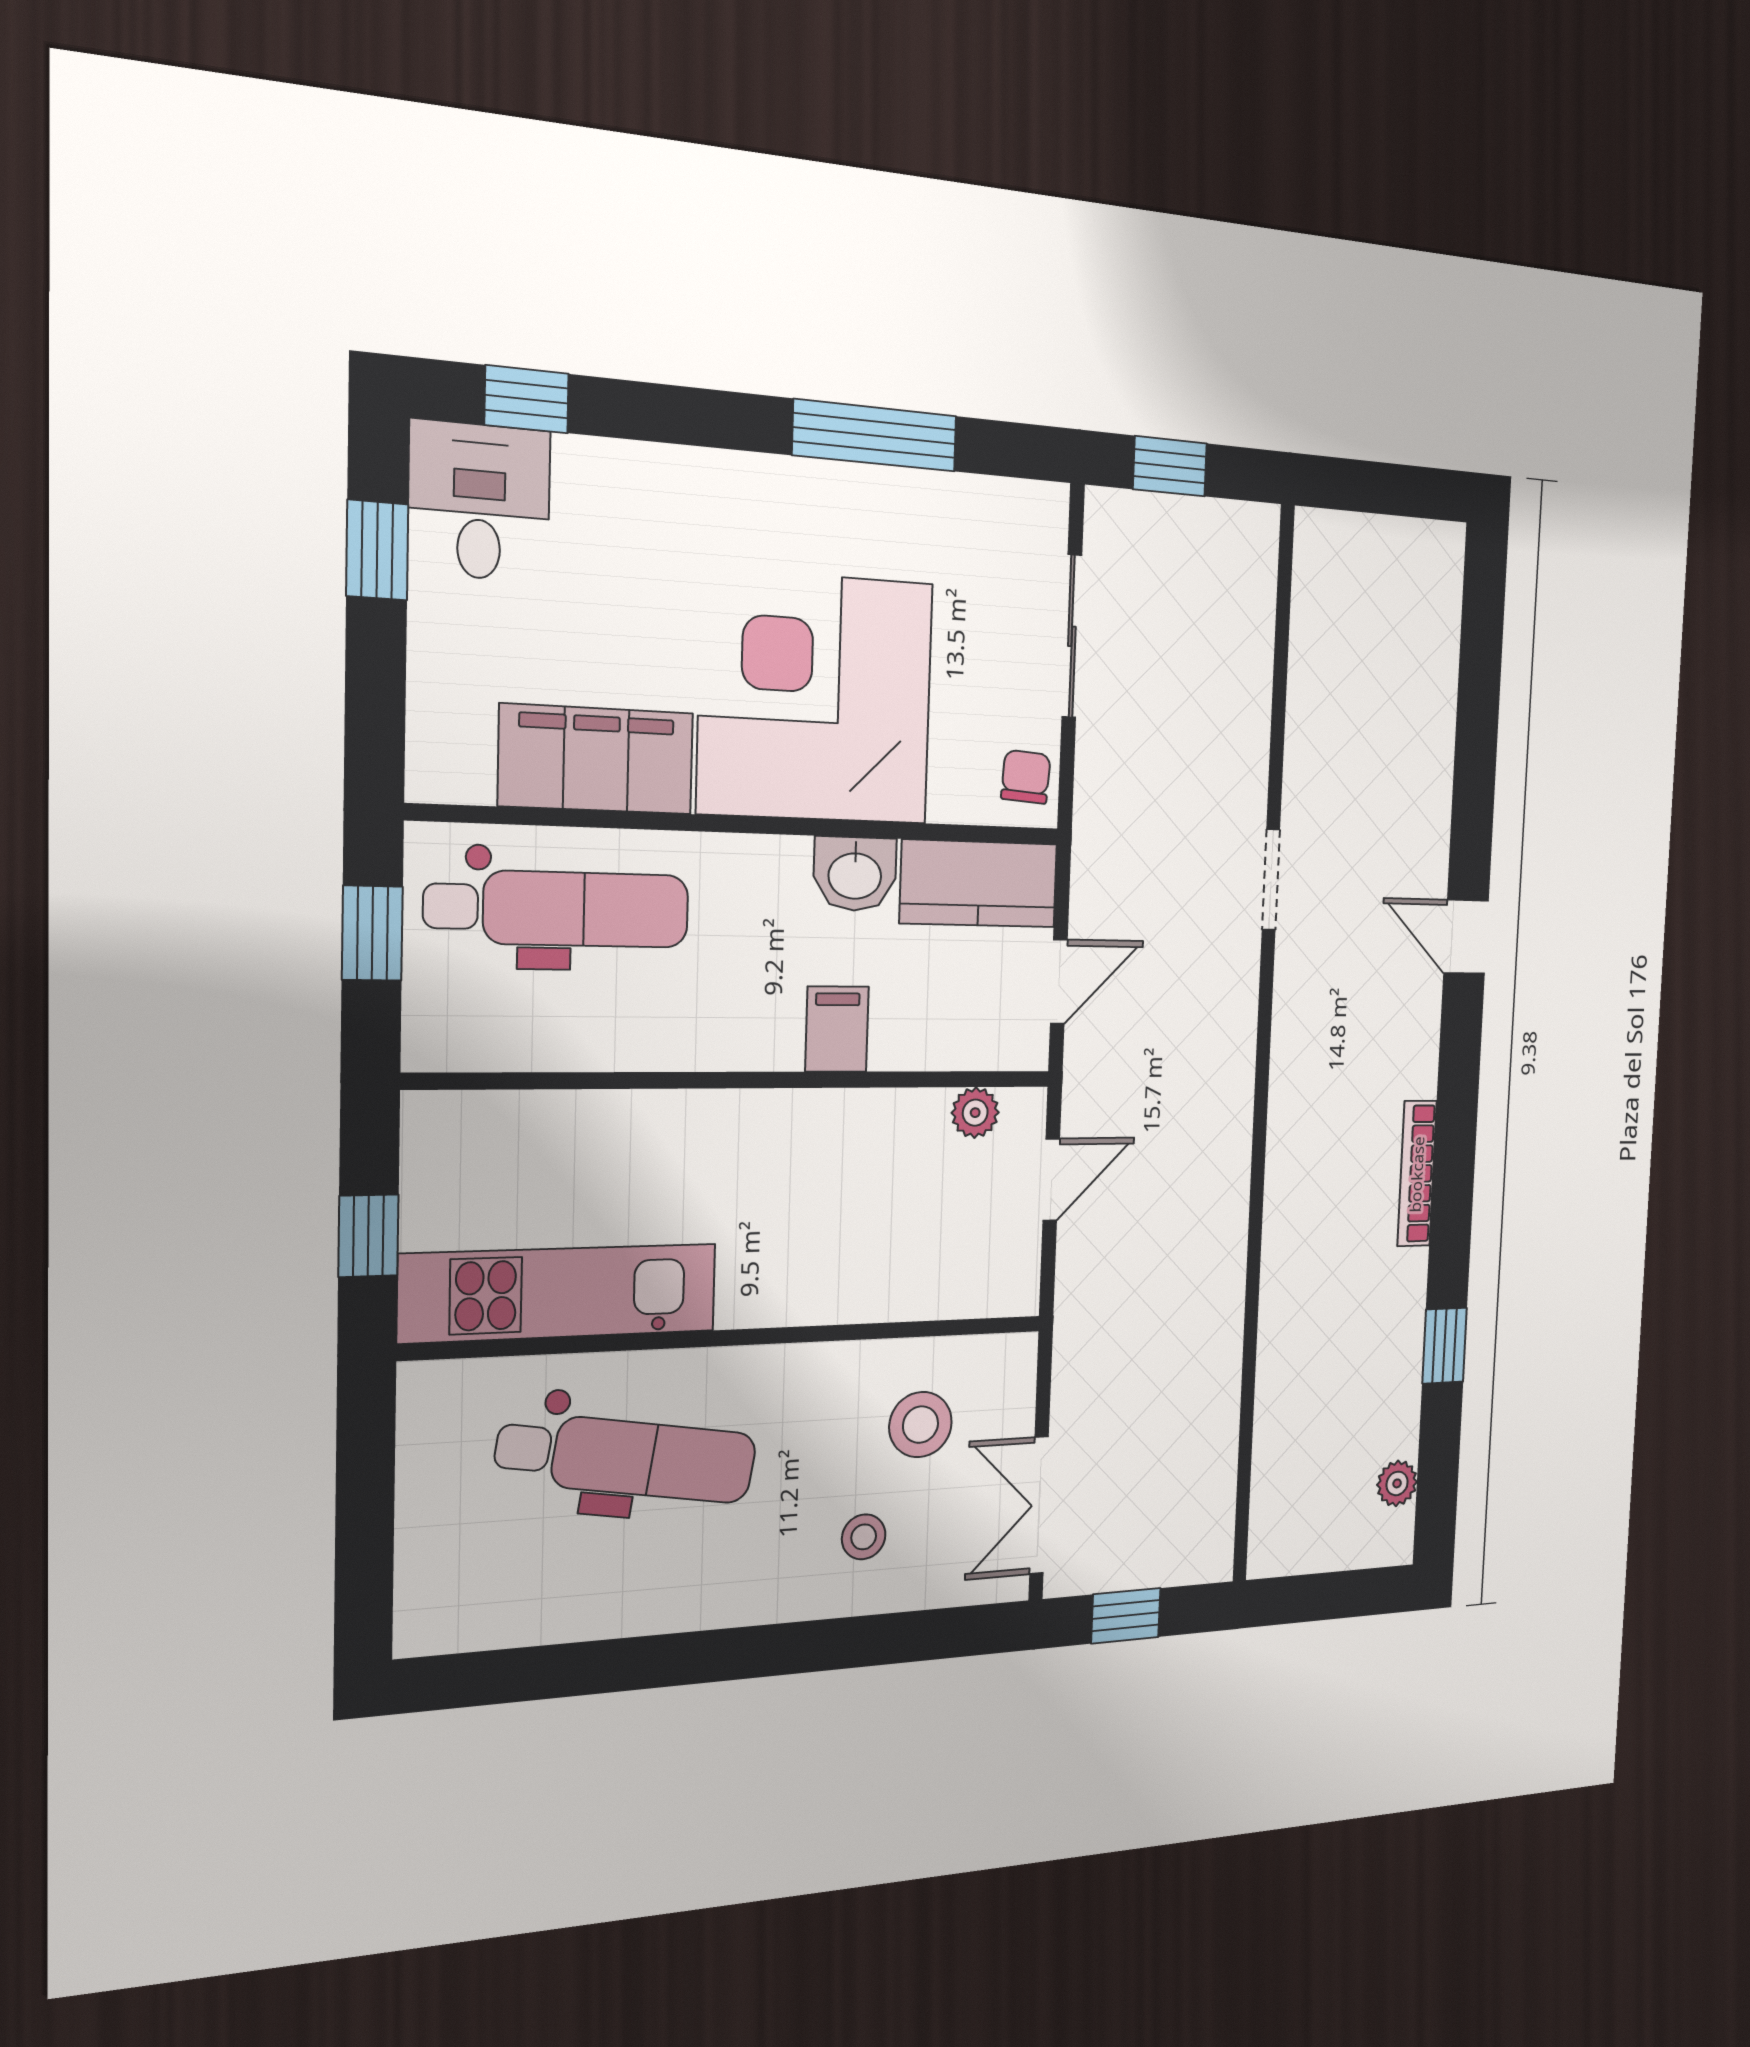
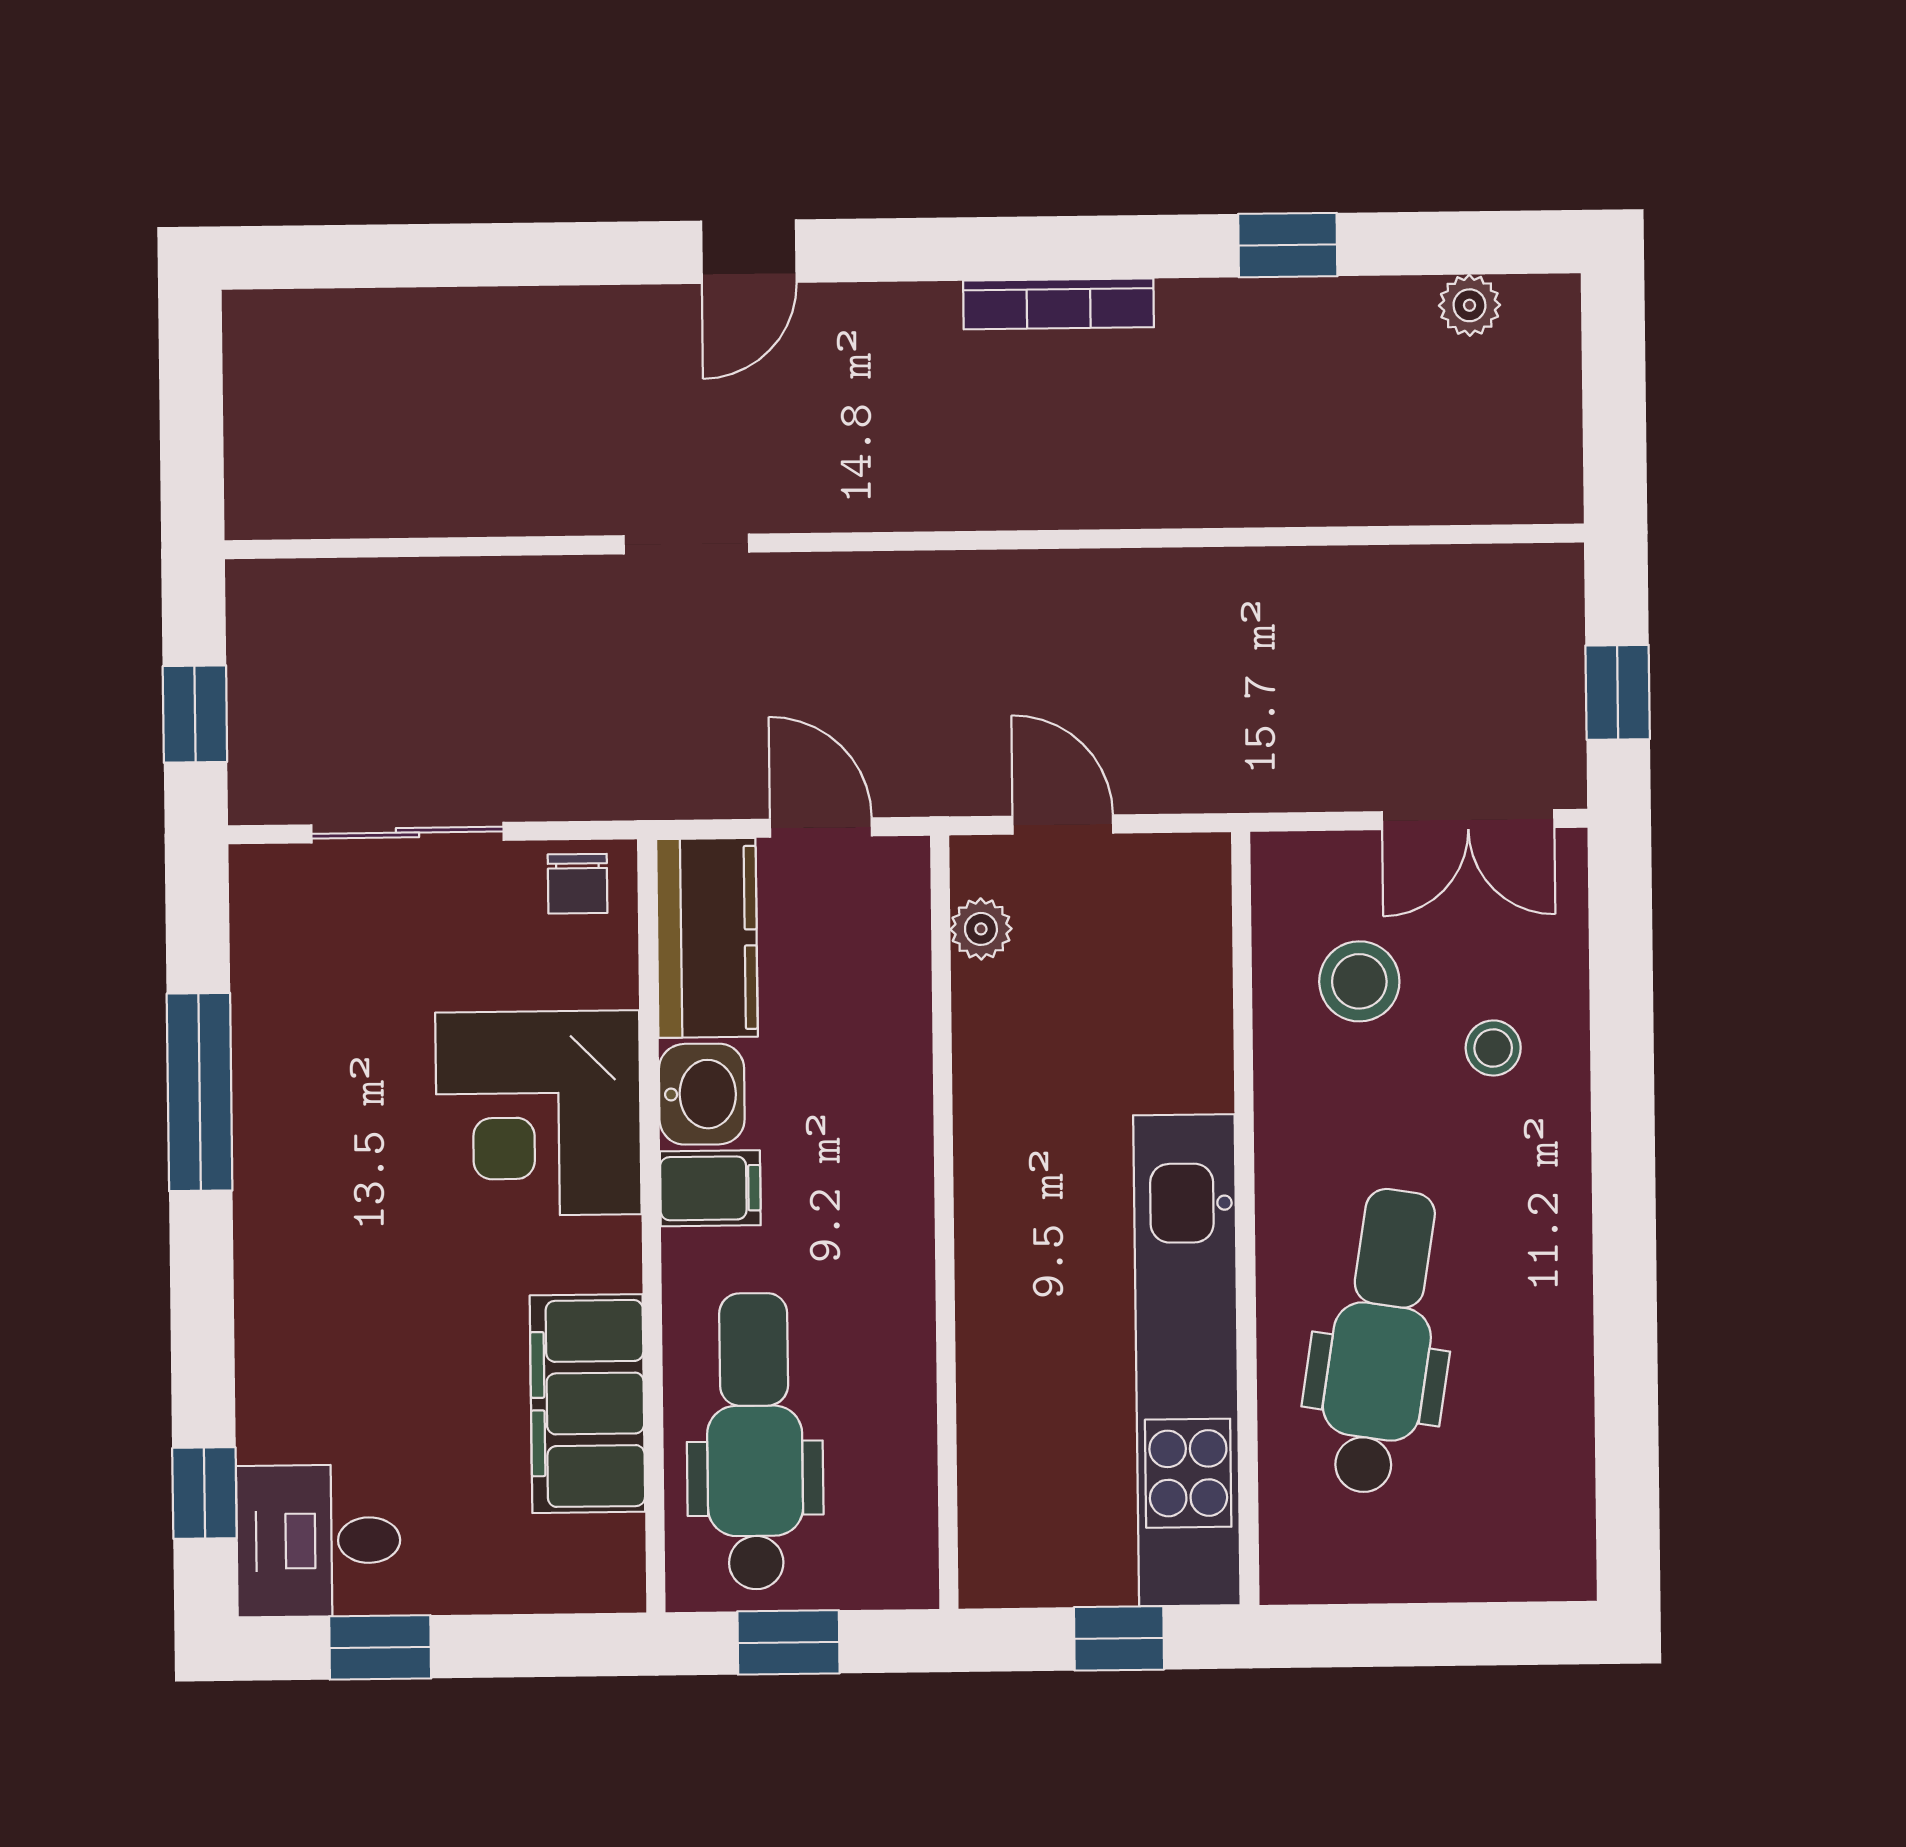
corner desk: (816, 698) -> (538, 1113), width x0.74, depth x0.74
chair: (1026, 777) -> (578, 884), turned -94
filing cabinet: (837, 1029) -> (710, 1188), moved, turned 180
kitchen unit: (559, 1293) -> (1187, 1360), width x1.36

